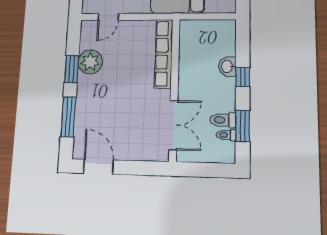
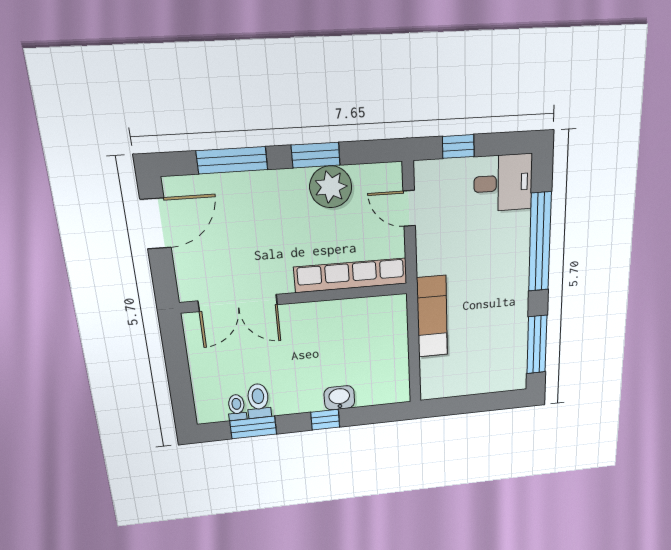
row of seats: (164, 54) -> (351, 275), moved
wall: (174, 89) -> (295, 298), moved
double door: (173, 125) -> (238, 303), moved

